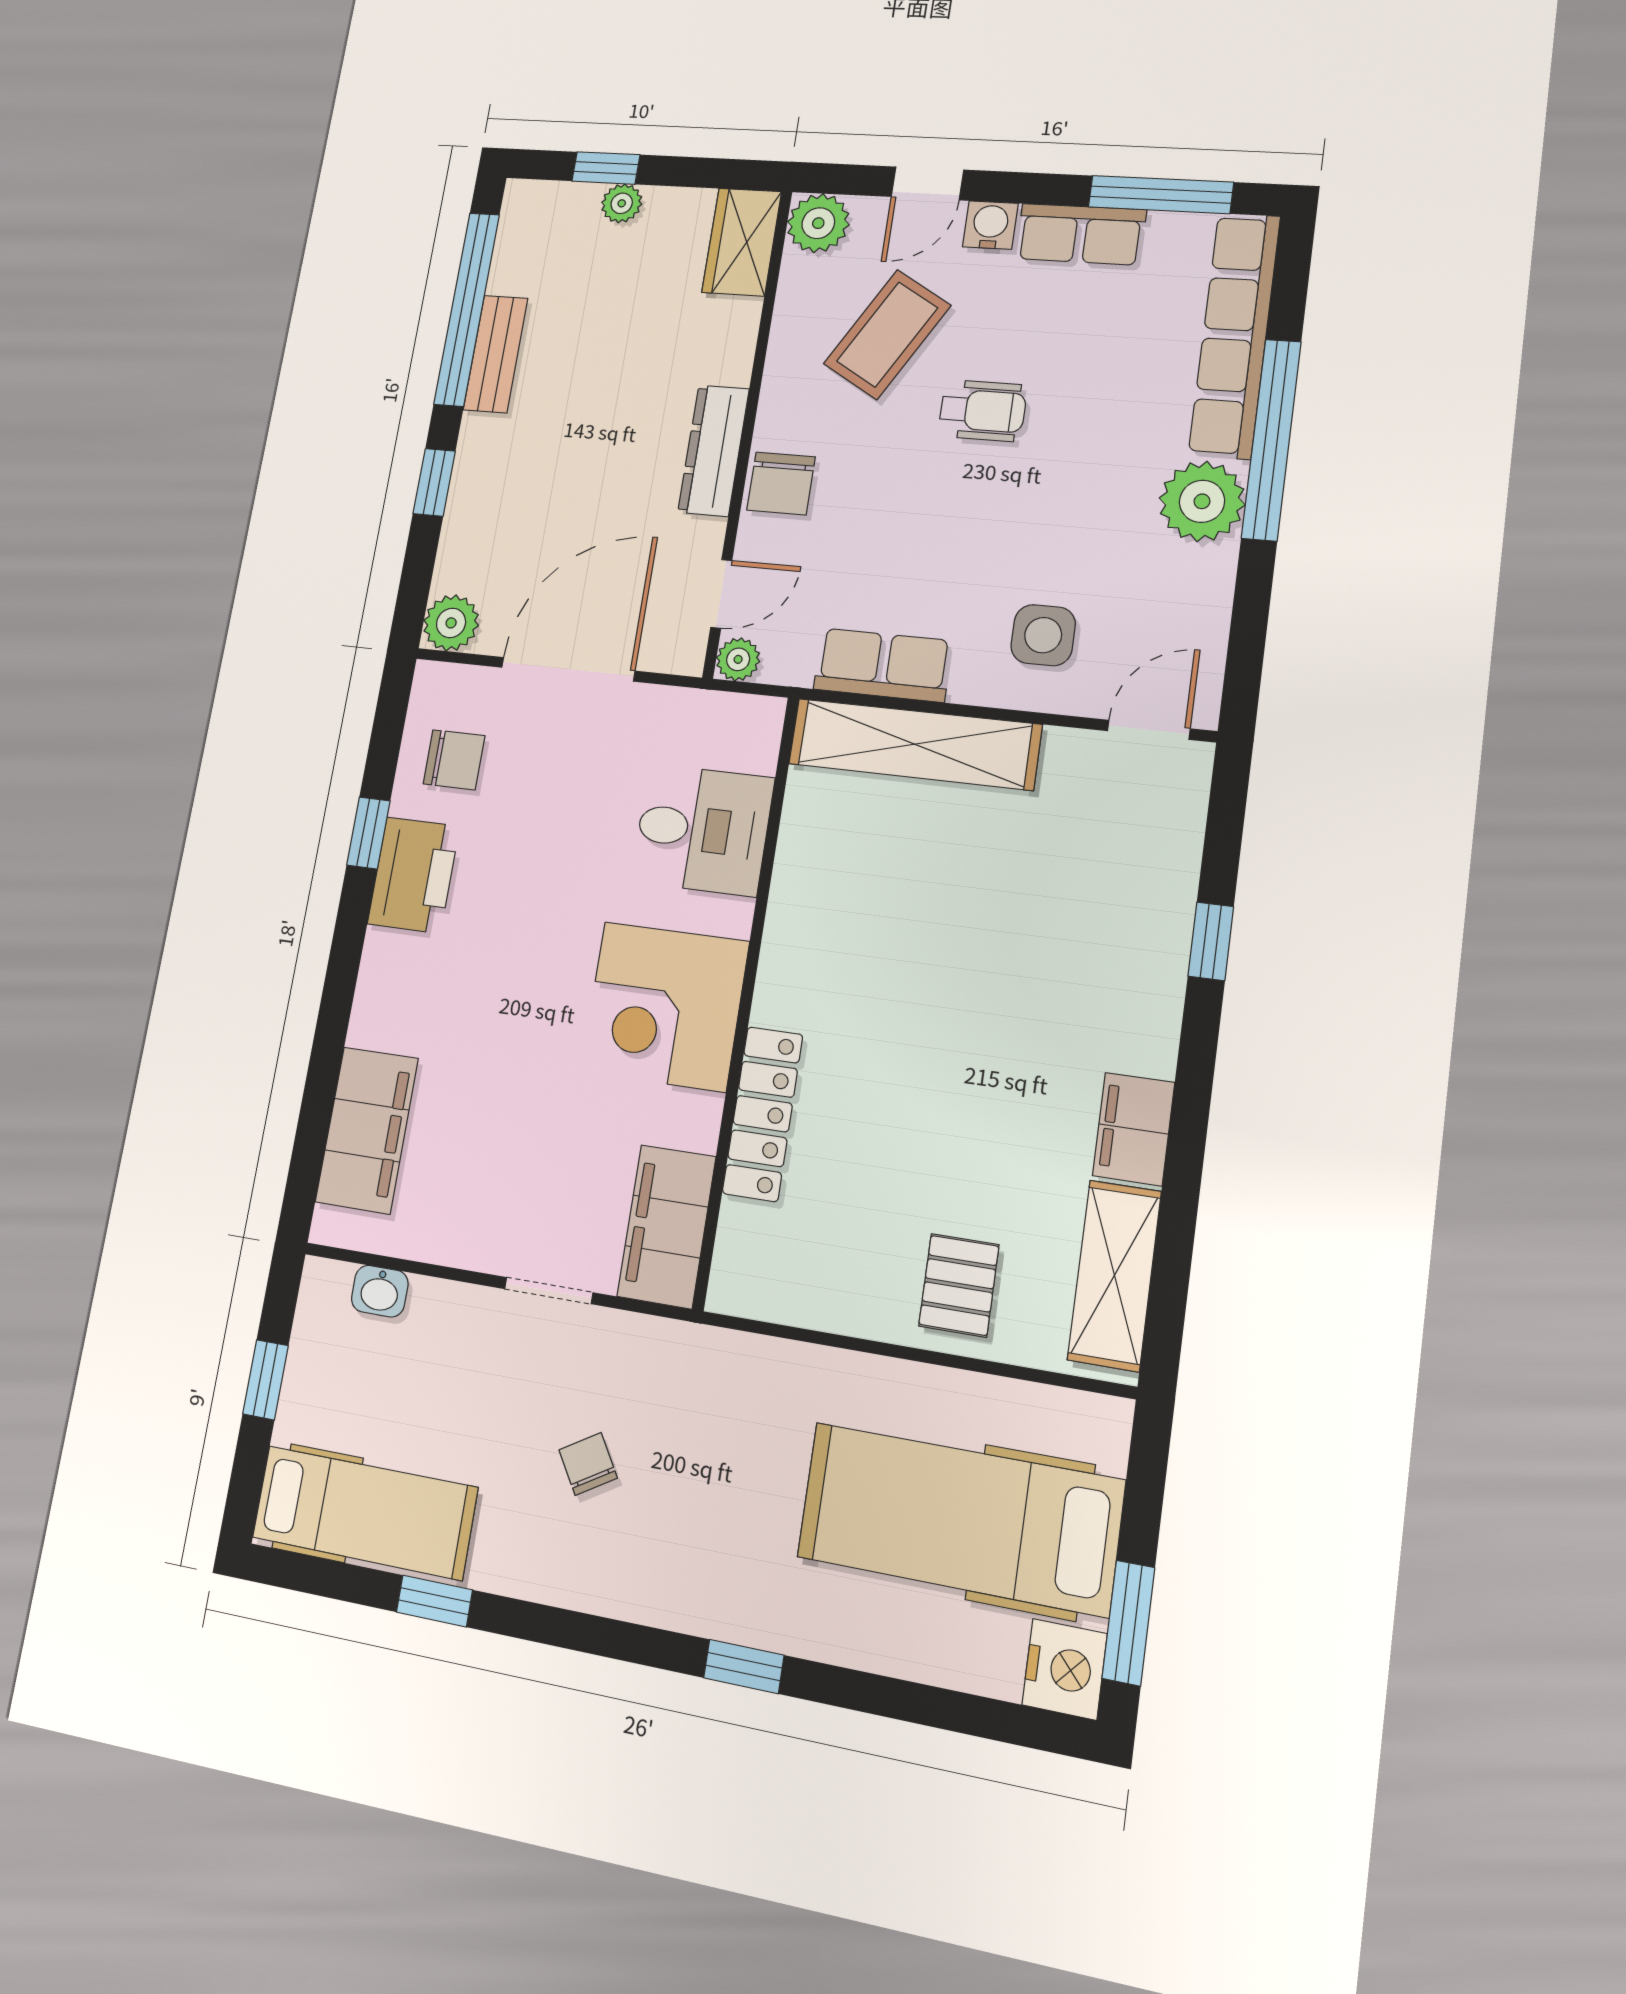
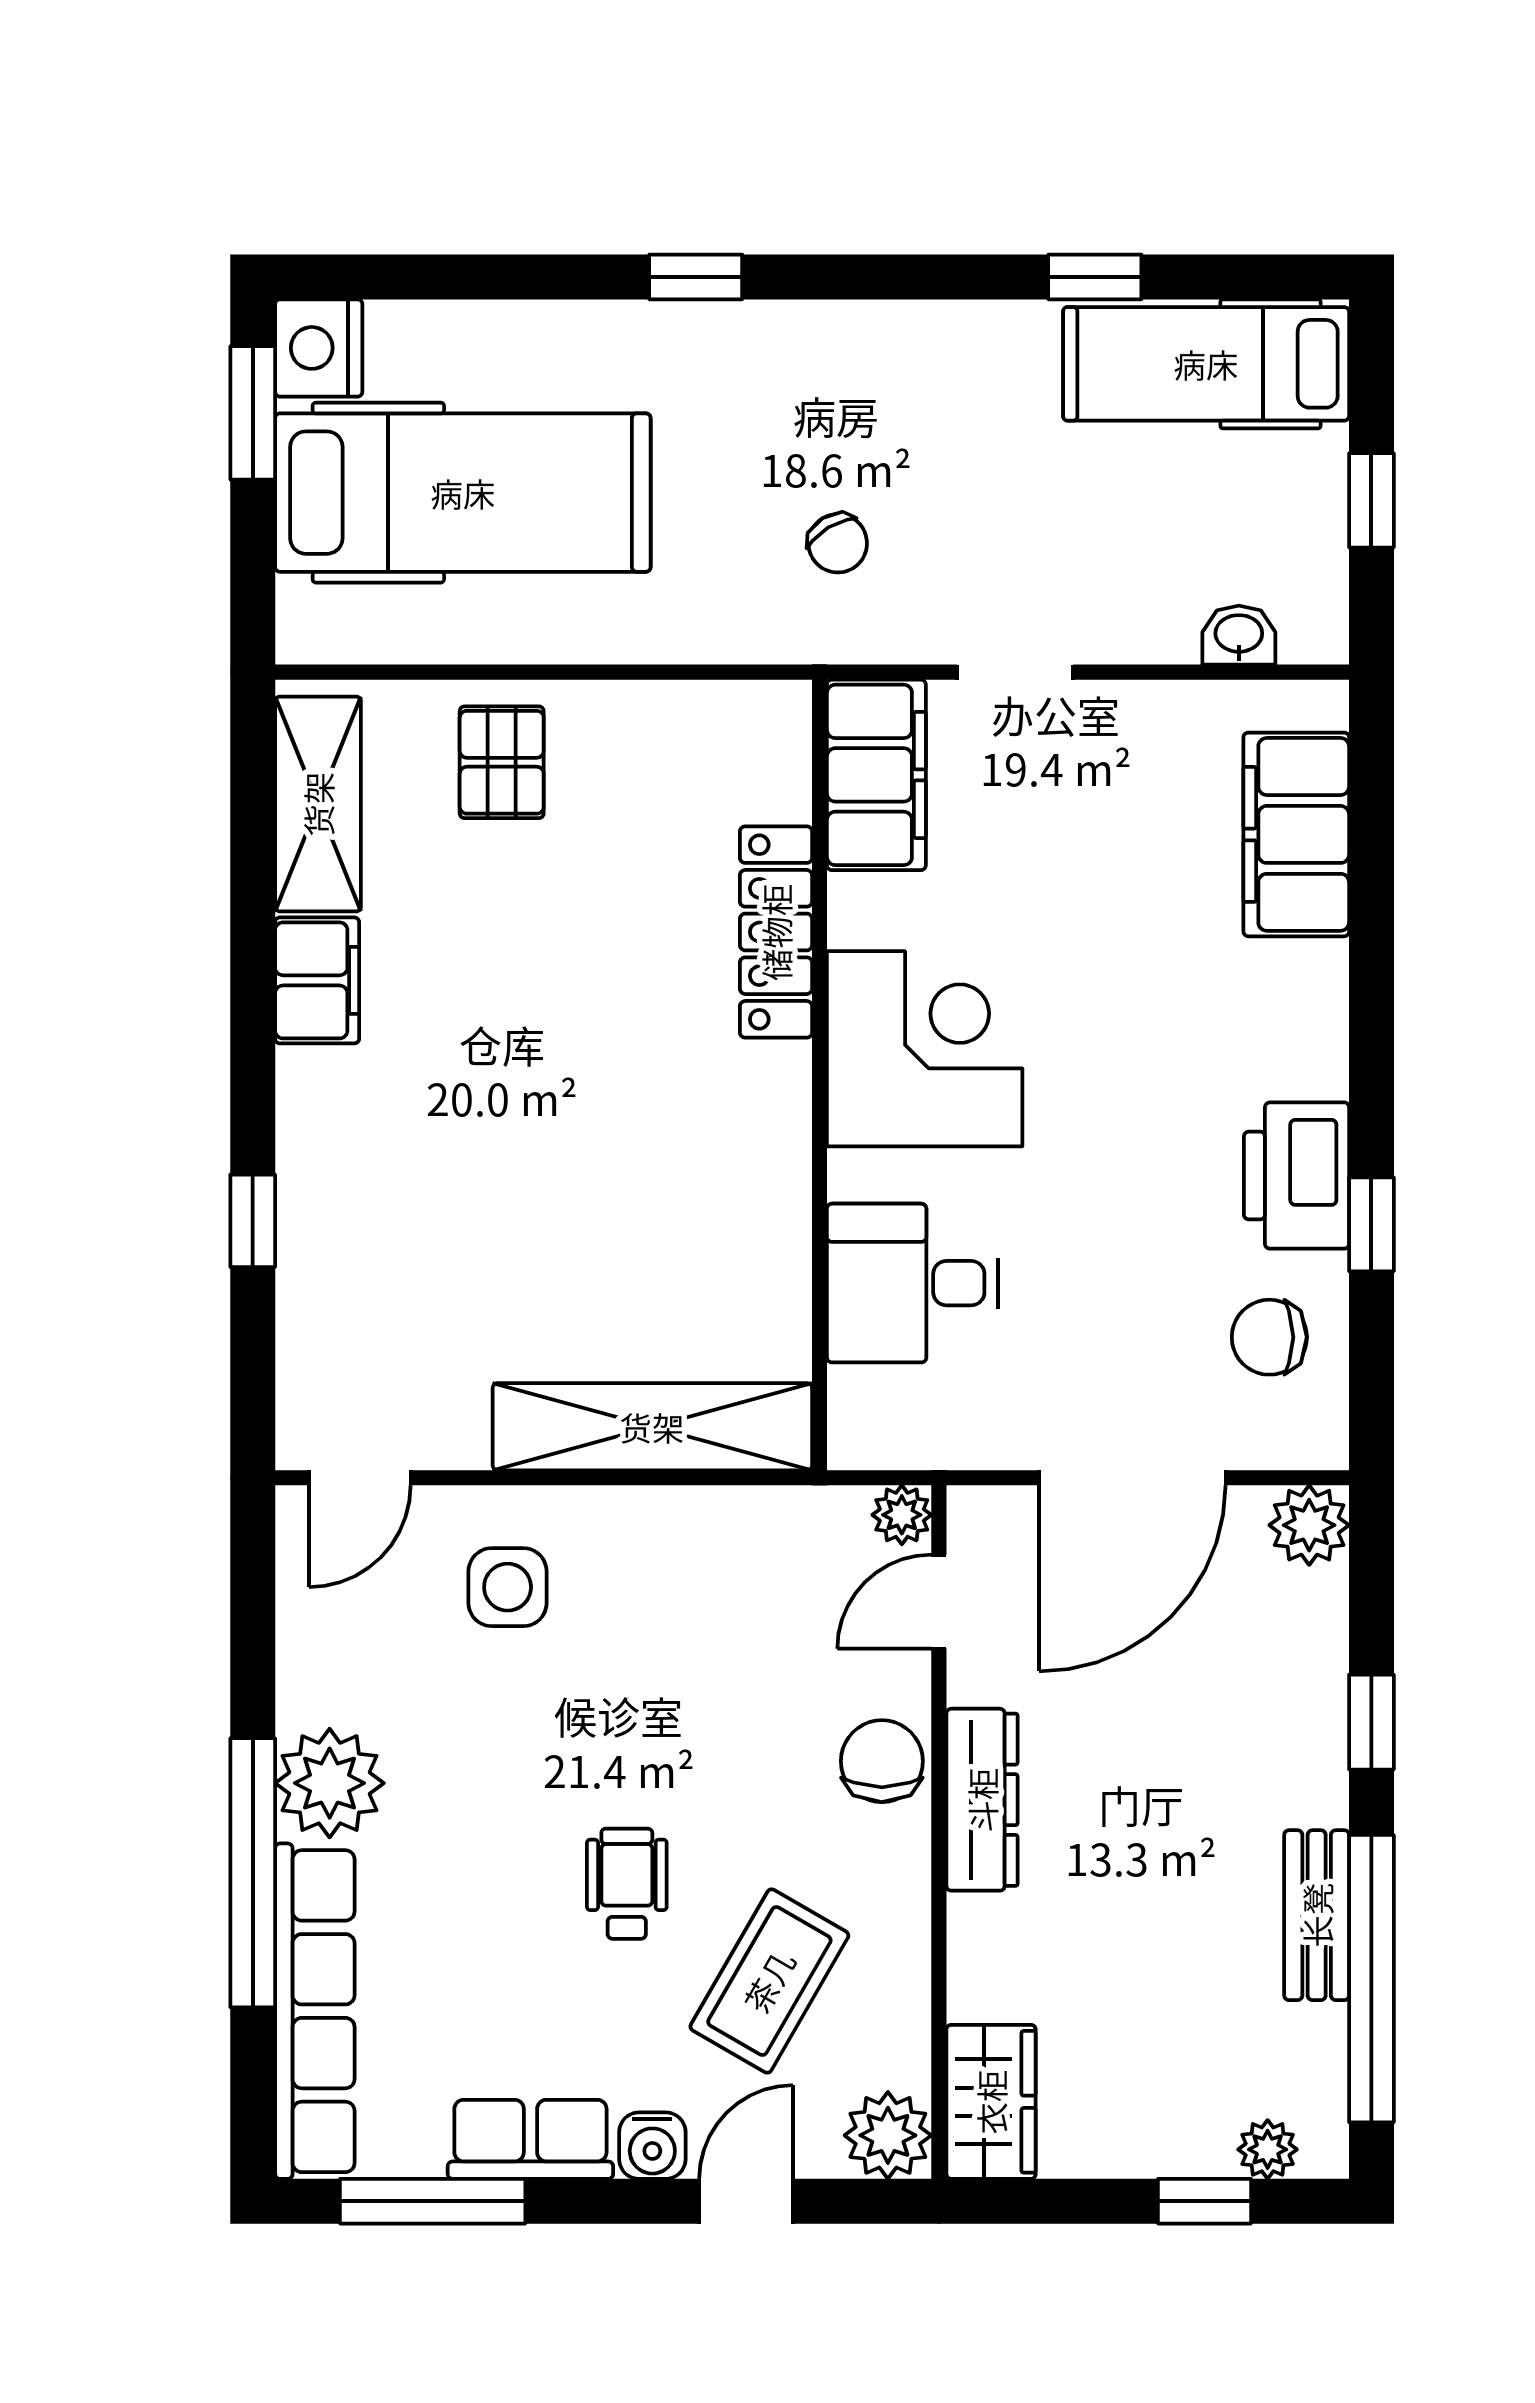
plant: (622, 203) -> (1268, 2149), moved
wheelchair: (983, 411) -> (627, 1884), turned 90
row of seats: (883, 665) -> (709, 1527), removed
chair: (588, 1464) -> (838, 543), moved

